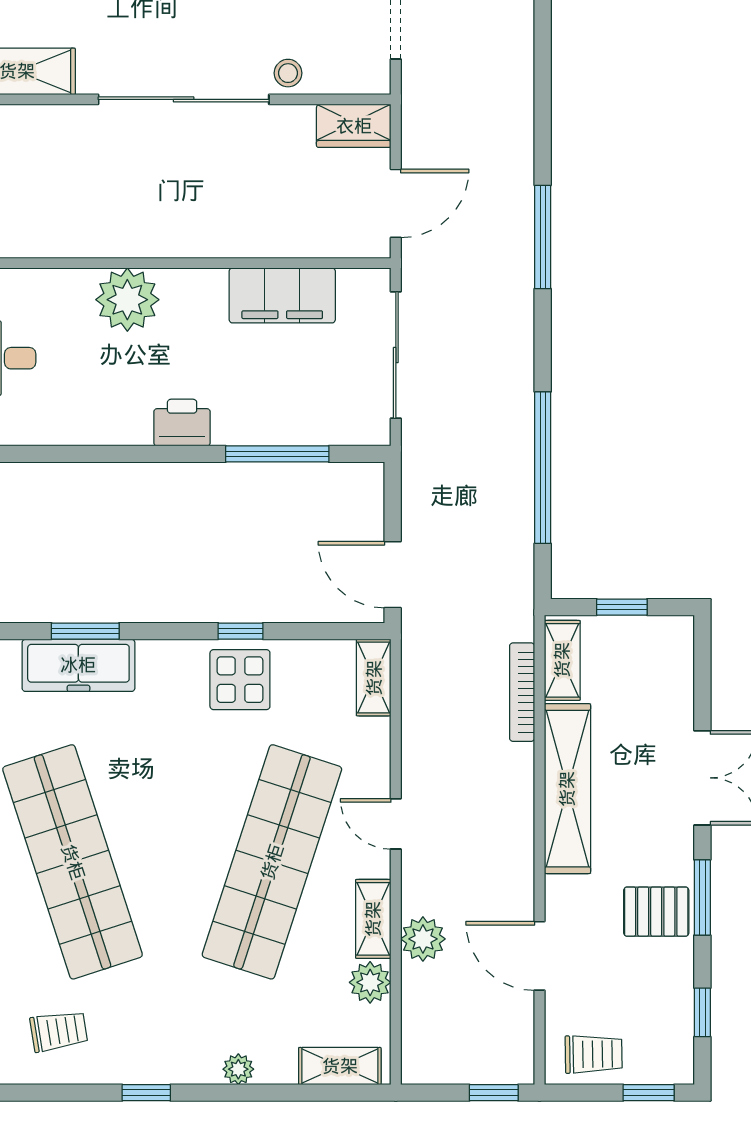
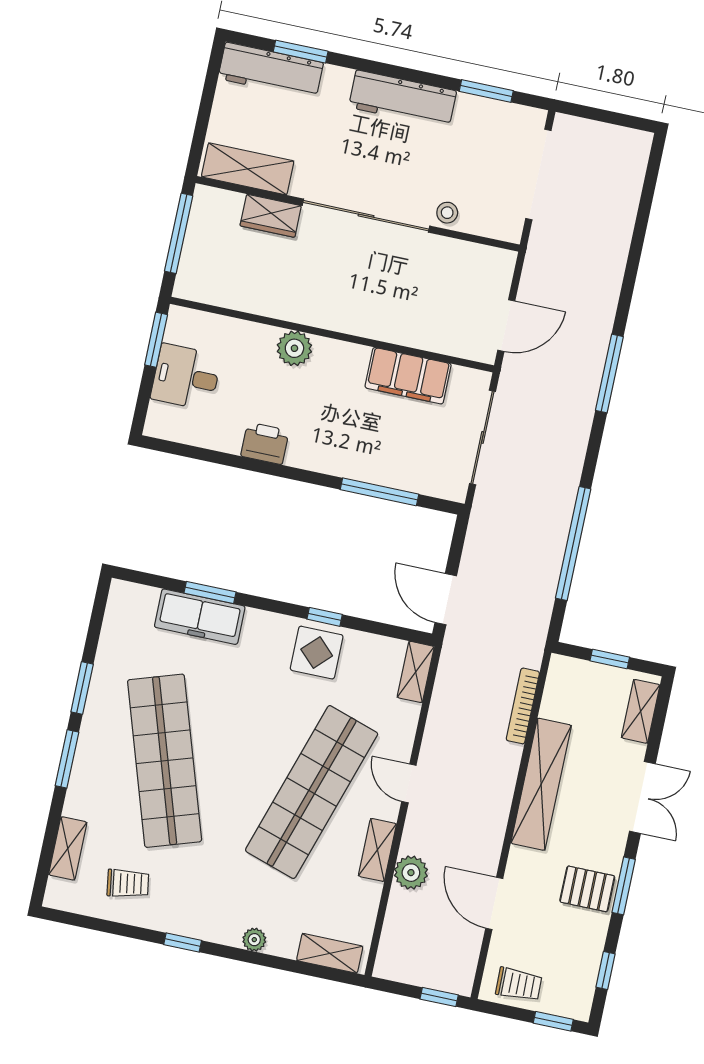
wardrobe: (354, 126) -> (271, 216), moved
plant: (127, 300) -> (294, 348), width x0.73, depth x0.73
printer: (182, 423) -> (265, 443), moved
shelving: (562, 660) -> (641, 711), moved
plant: (370, 982) -> (365, 896), removed

